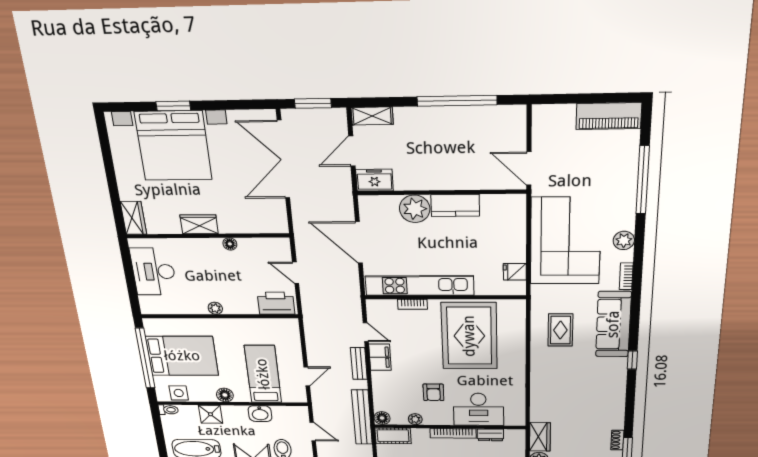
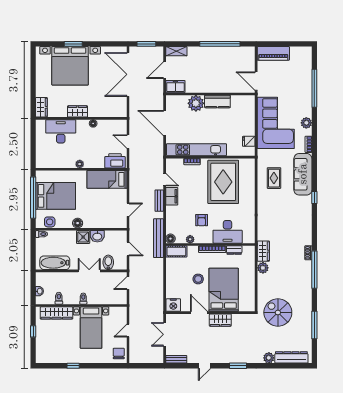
piano: (609, 116) -> (273, 53), moved
desk: (154, 272) -> (61, 131), moved, turned 90
bed: (263, 374) -> (107, 179), moved, turned -90
shower: (210, 414) -> (83, 237), moved

